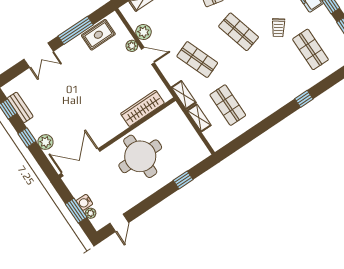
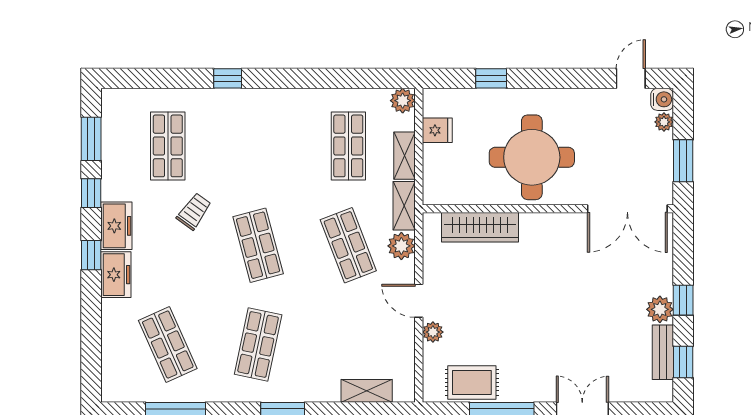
plant: (143, 32) -> (401, 246), moved
fridge: (192, 140) -> (437, 130), added
plant: (45, 142) -> (660, 309), moved
plant: (217, 143) -> (403, 101), added
water cooler: (84, 202) -> (662, 99), moved
window: (76, 211) -> (683, 161), moved

